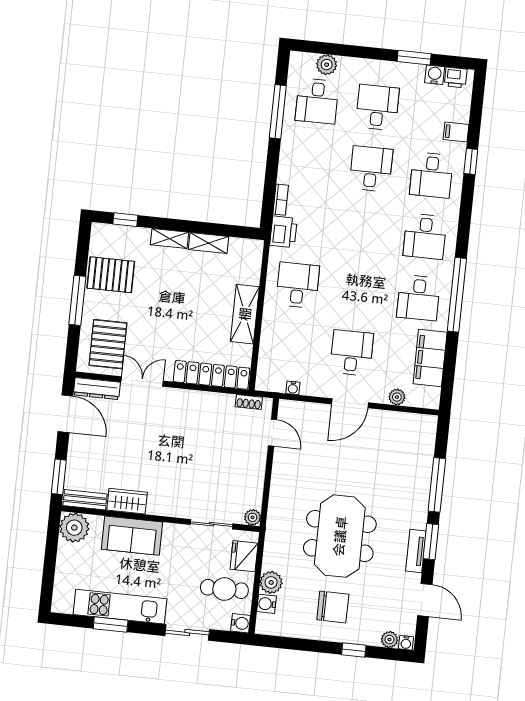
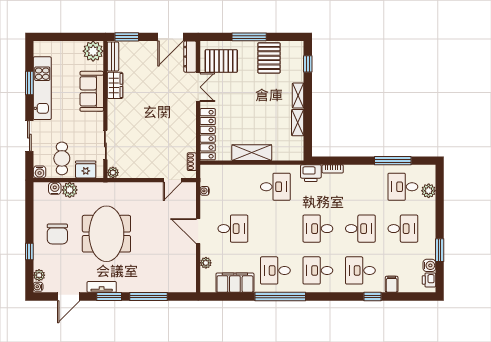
desk: (365, 230) -> (318, 229), added
meeting table: (340, 536) -> (106, 234), turned 90

